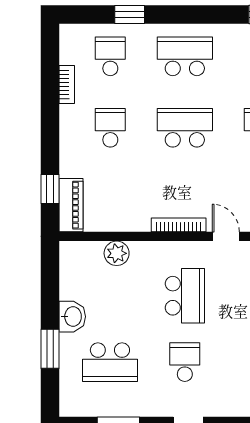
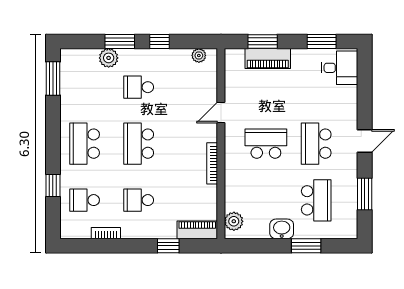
window: (50, 189) -> (168, 246), moved
bookcase: (179, 225) -> (212, 163), moved
plant: (117, 253) -> (234, 221), moved
school desk: (185, 362) -> (316, 144), width x1.85

